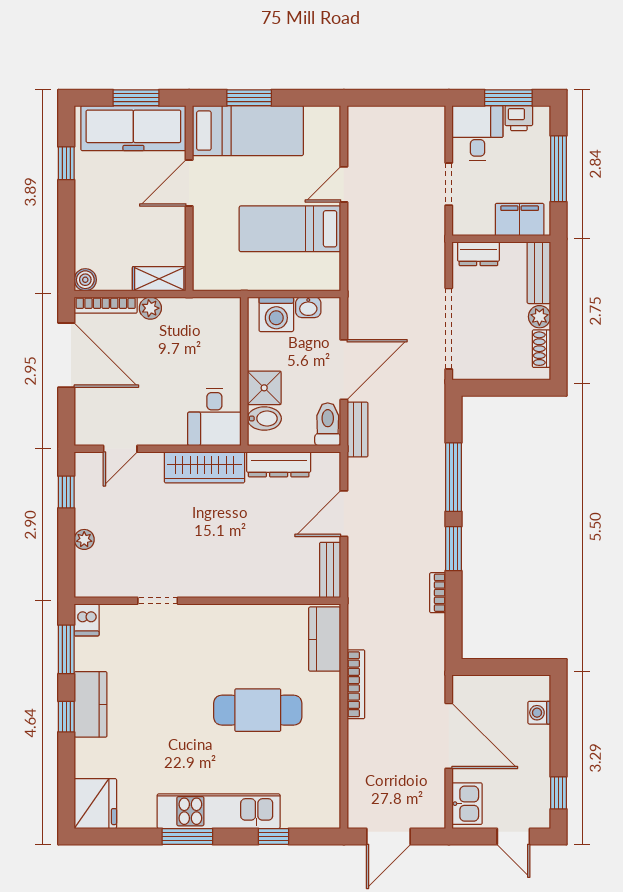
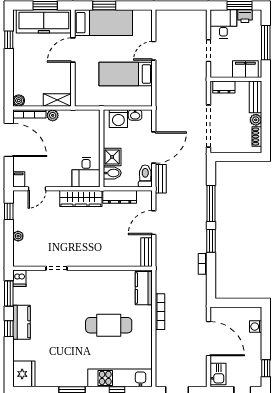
filing cabinet: (85, 431) -> (19, 179), added
kitchen unit: (219, 811) -> (120, 378), moved

